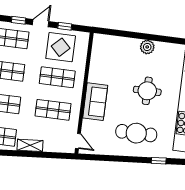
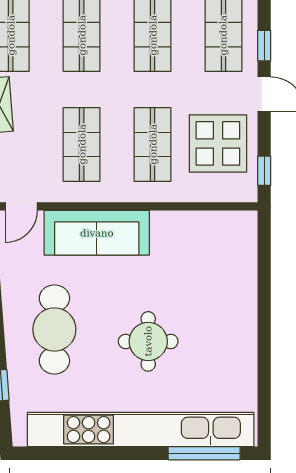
window: (65, 26) -> (264, 171), moved
plant: (147, 47) -> (242, 329), removed
sofa: (95, 102) -> (97, 233), width x1.36

